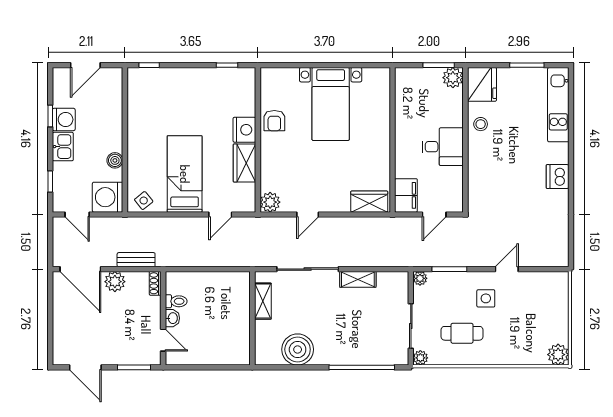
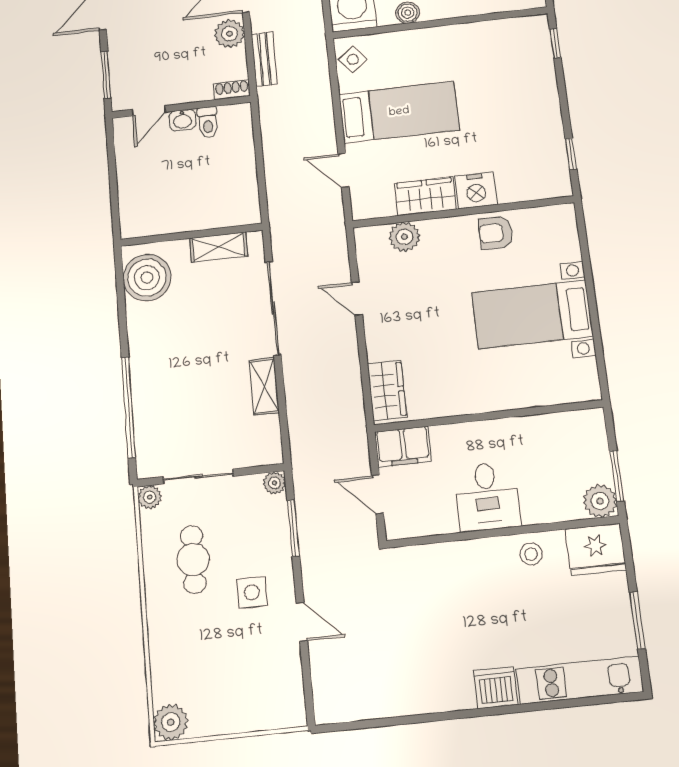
dishwasher: (558, 177) -> (496, 688), moved
plant: (270, 202) -> (404, 237), moved
boiler: (298, 349) -> (147, 278), moved

